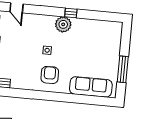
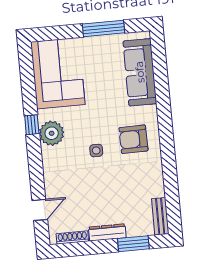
corner sofa: (100, 35) -> (58, 73), added

